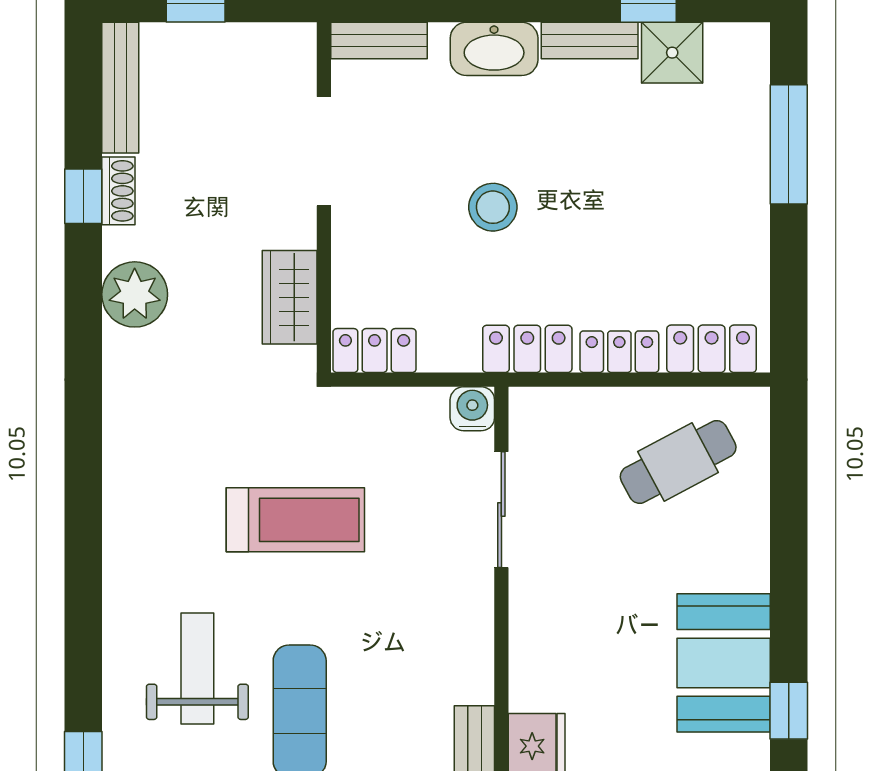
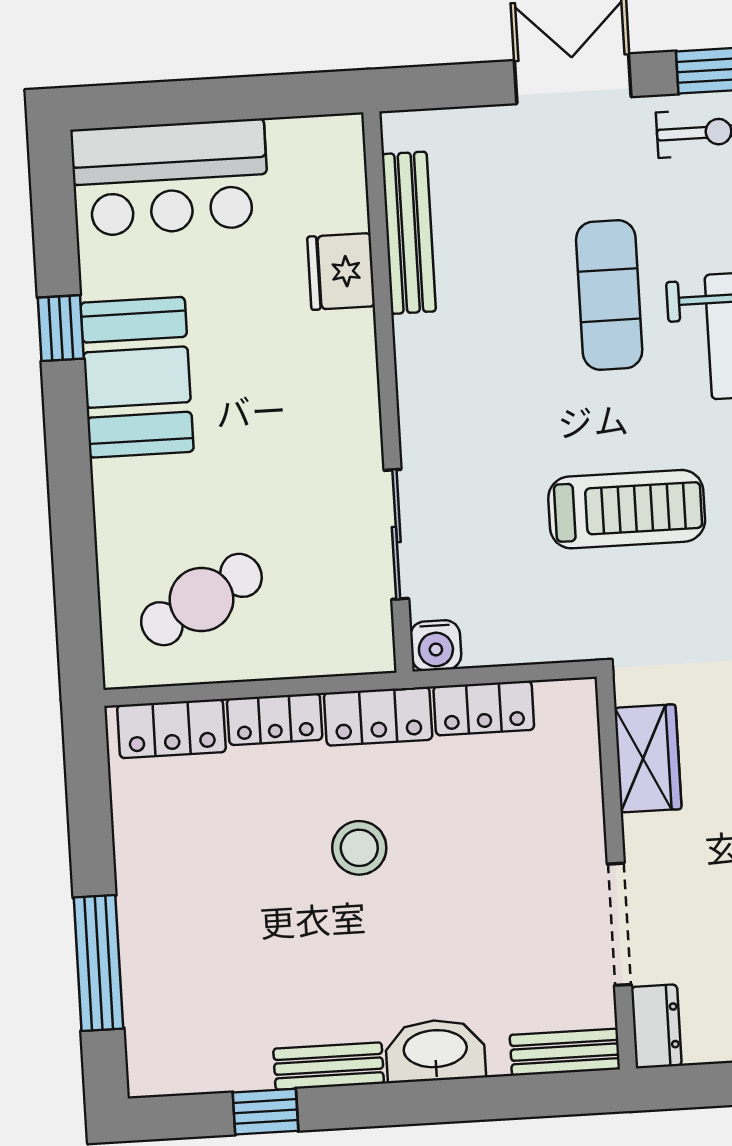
shower: (672, 53) -> (235, 1058), removed
dresser: (296, 59) -> (656, 1026), added
stool: (493, 207) -> (359, 848), moved
locker: (375, 351) -> (484, 708), moved
treadmill: (295, 520) -> (627, 509), turned 180

